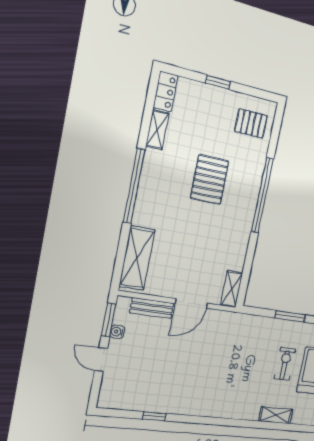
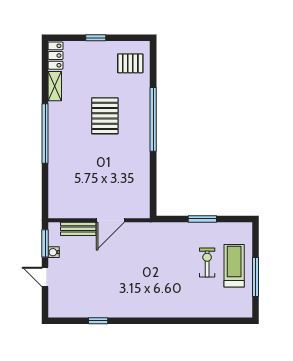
shelving: (137, 258) -> (58, 190), removed
shelving: (232, 289) -> (143, 203), removed
shelving: (276, 415) -> (209, 311), removed

